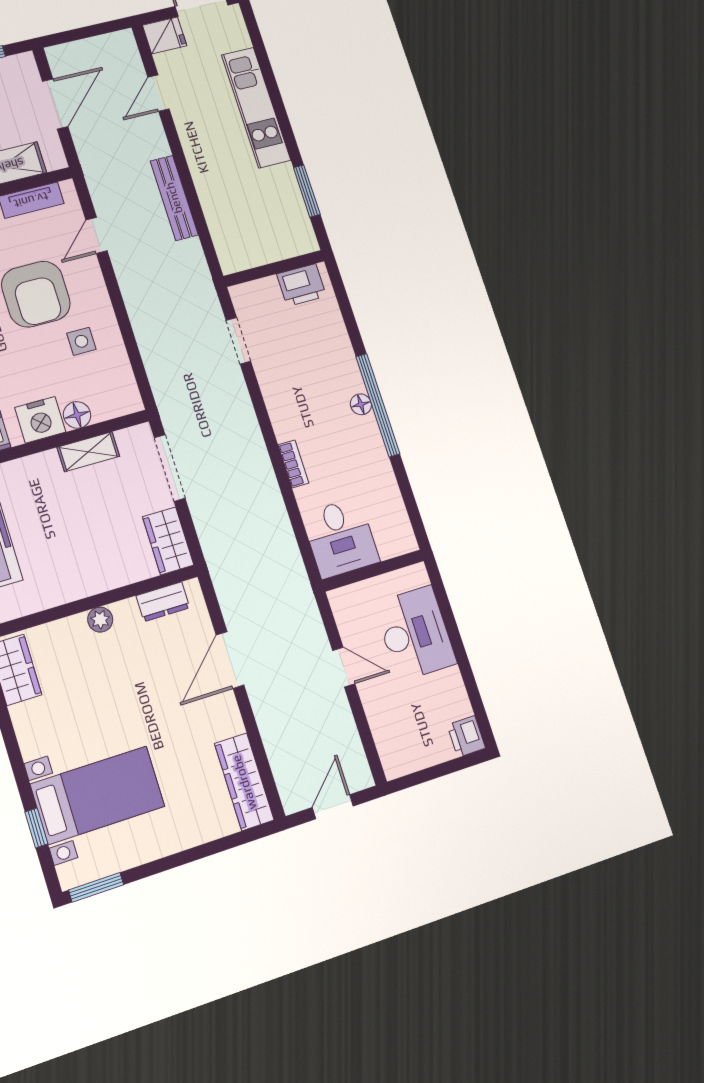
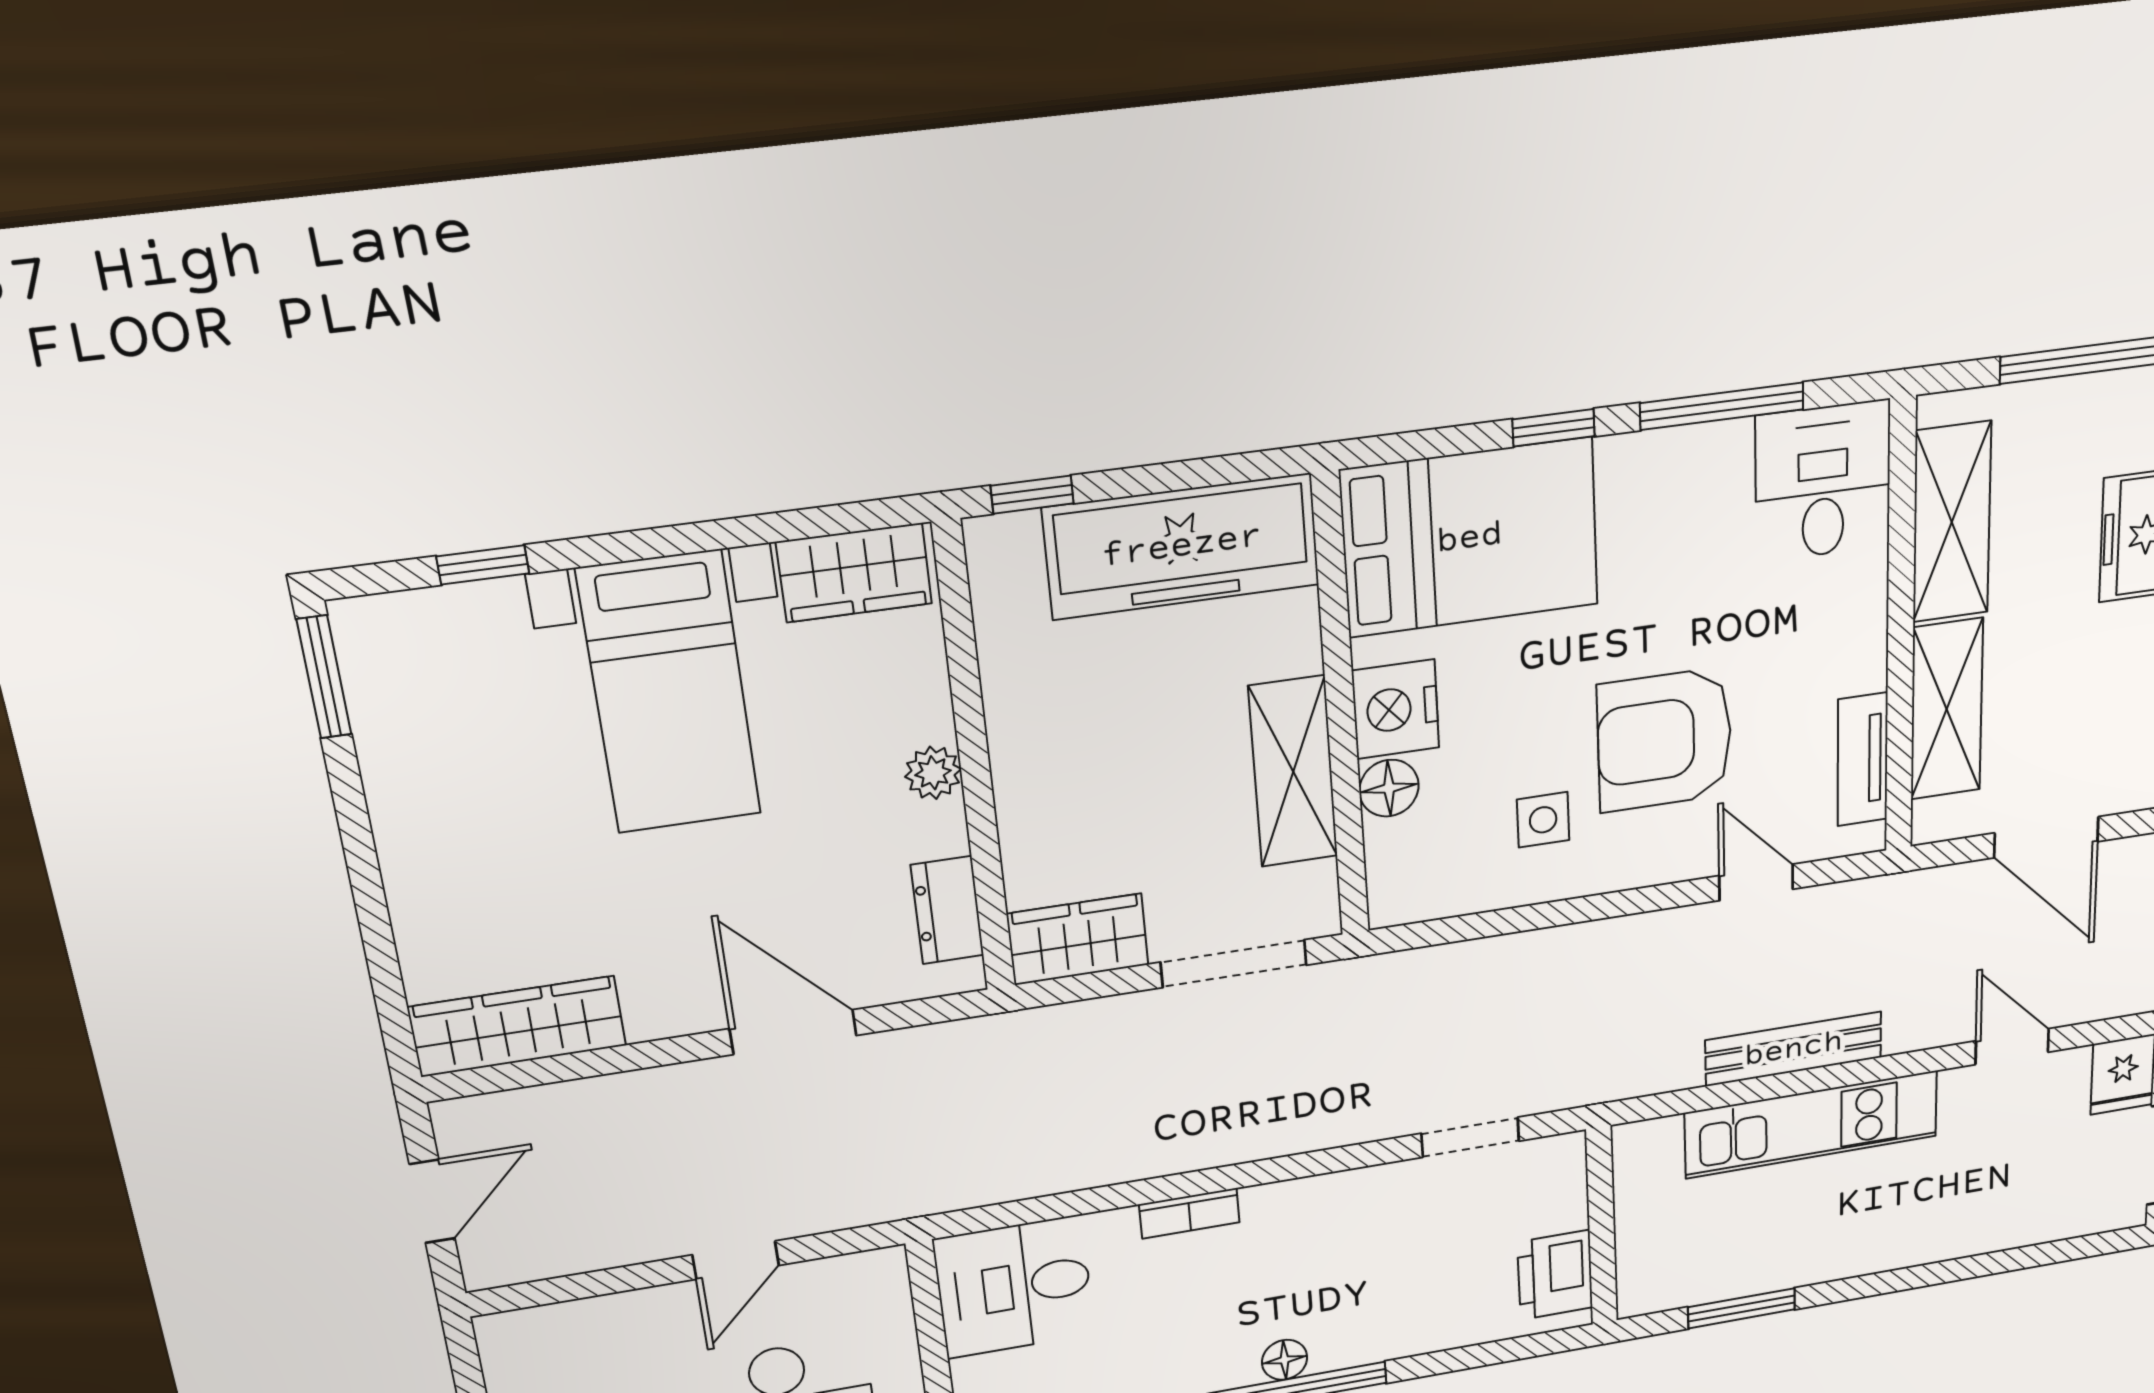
kitchen unit: (256, 107) -> (1811, 1124), moved, turned 180
shelving: (88, 452) -> (1293, 772), width x1.50, depth x1.33
bed with nightstands: (98, 795) -> (669, 693), moved
door: (333, 807) -> (432, 1201), hinge flipped

